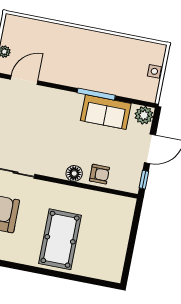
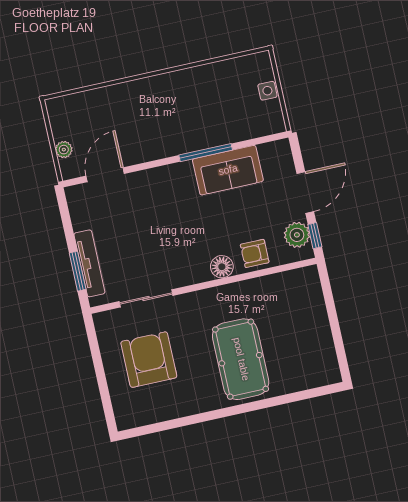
plant: (144, 115) -> (297, 235), moved
armchair: (99, 174) -> (255, 253), turned 180

